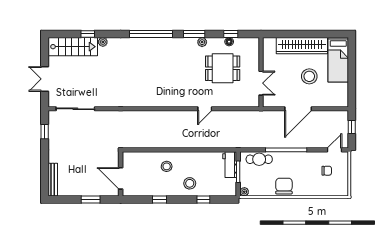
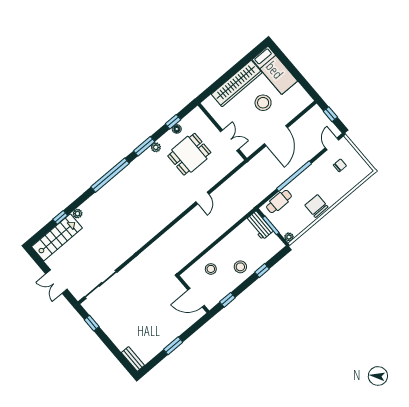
wall: (121, 174) -> (193, 294), moved
door: (121, 178) -> (196, 298), moved
bench: (53, 180) -> (133, 359), width x0.73

